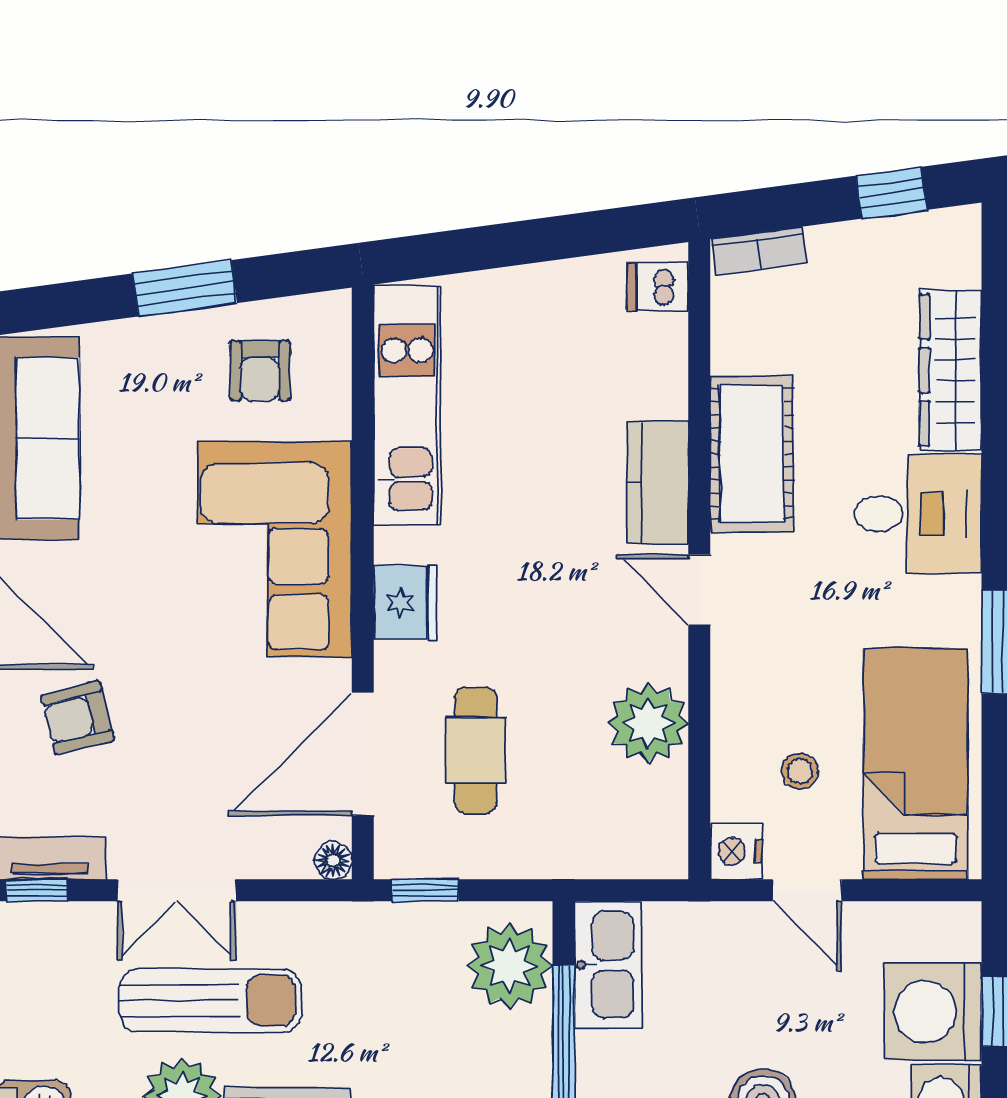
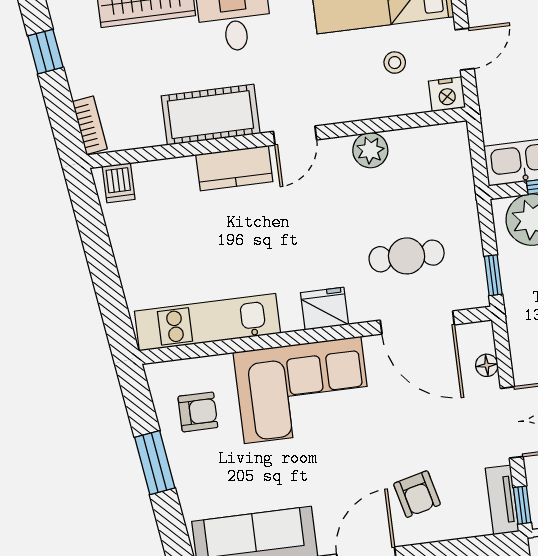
plant: (648, 723) -> (370, 150), width x0.73, depth x0.73
floor lamp: (333, 861) -> (487, 365), moved

